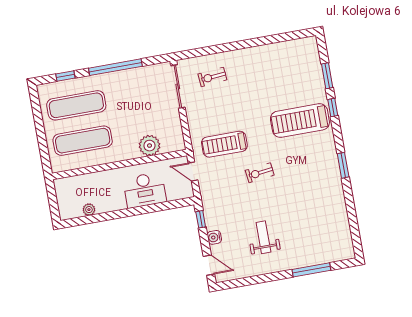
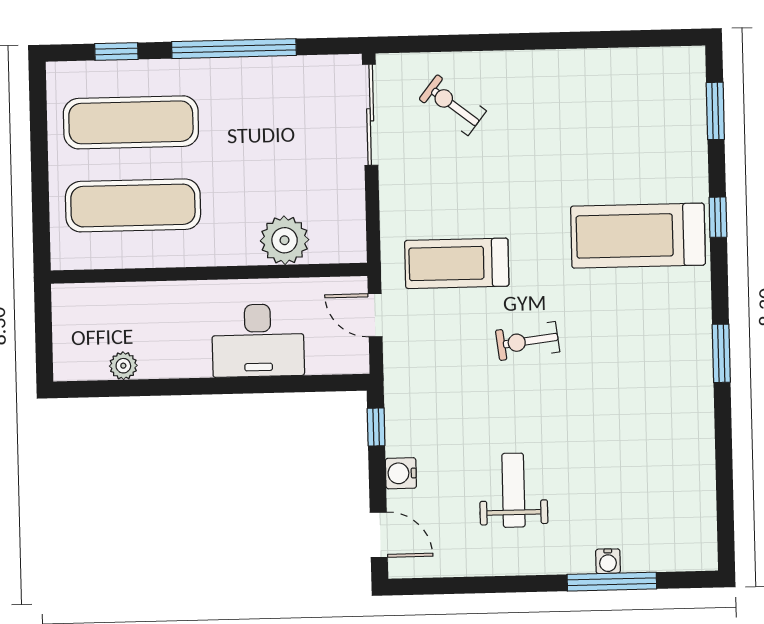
window: (327, 76) -> (715, 111), moved
exercise bike: (212, 77) -> (453, 105), turned 43
water cooler: (308, 261) -> (608, 561), added

